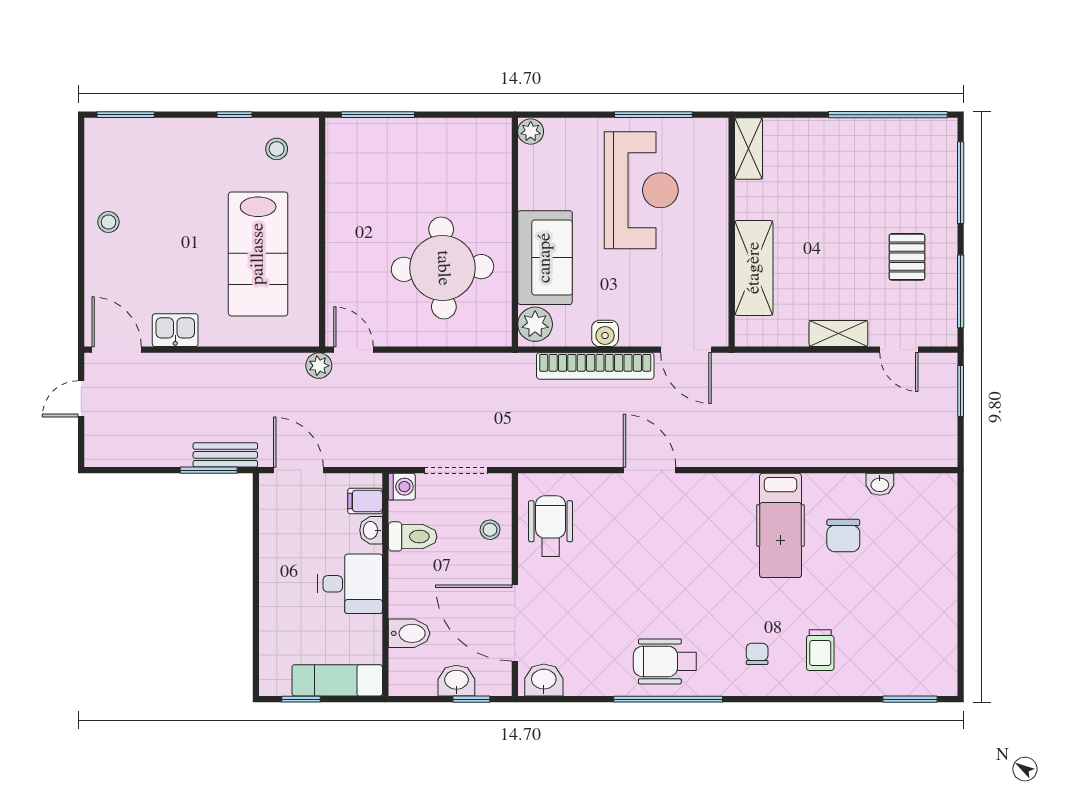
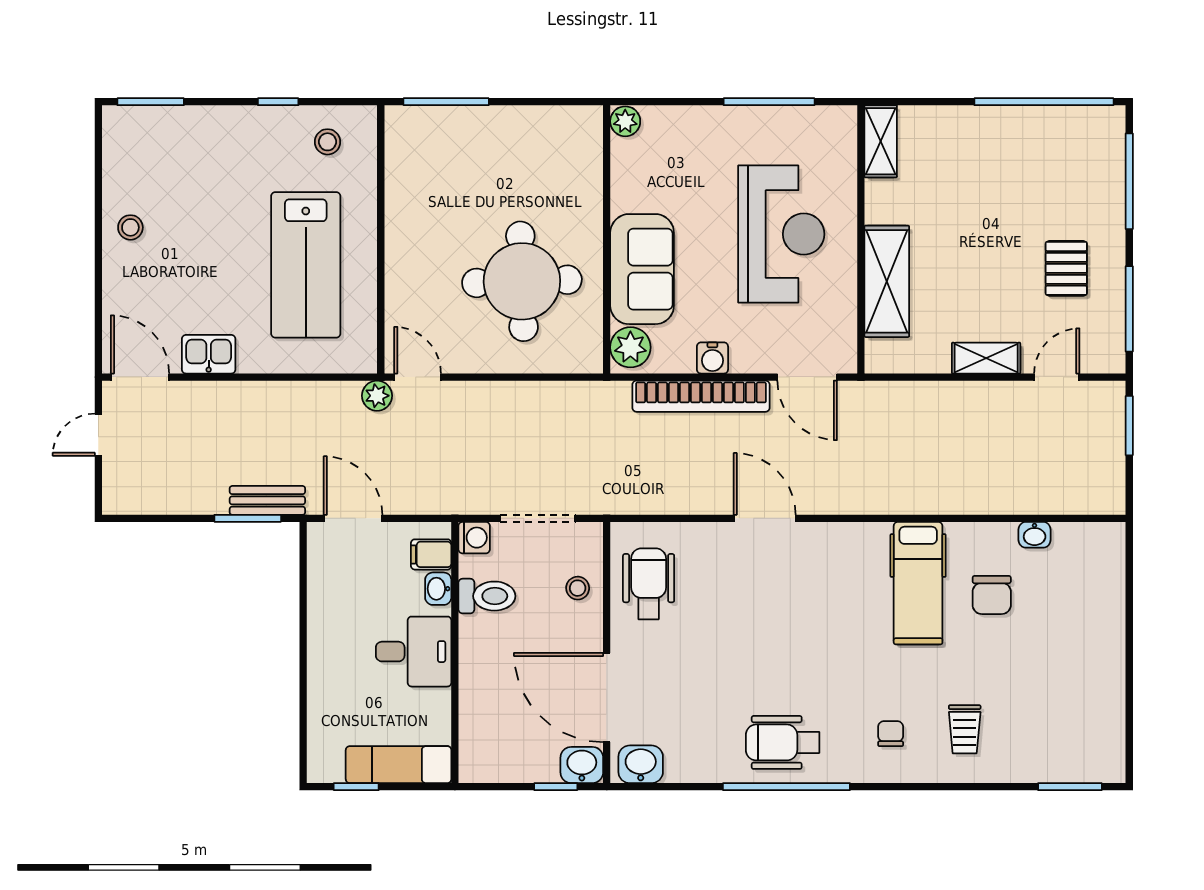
reception desk: (641, 190) -> (781, 234), moved
door: (899, 350) -> (1057, 377), swing flipped
bidet: (409, 633) -> (483, 710), removed
washbasin: (456, 681) -> (582, 765), moved

